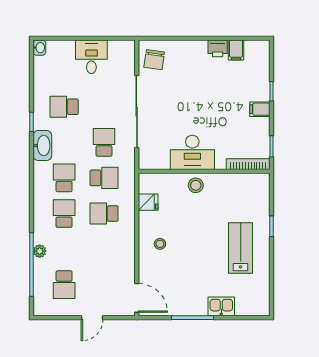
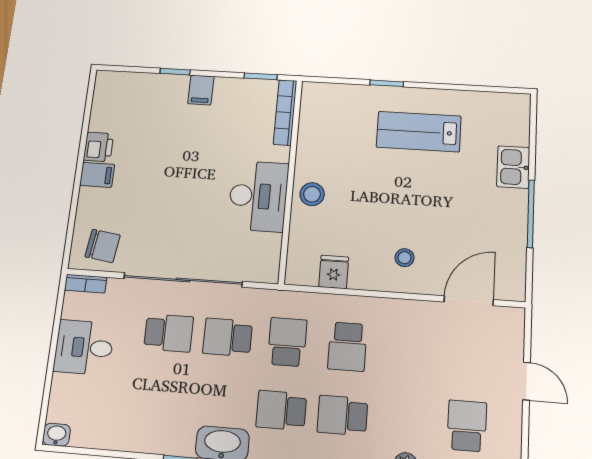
filing cabinet: (236, 50) -> (97, 175), moved
bookcase: (130, 52) -> (86, 284), added
school desk: (64, 107) -> (169, 333), moved, turned -90
school desk: (64, 285) -> (467, 426), turned -90
door: (137, 298) -> (469, 301), moved

